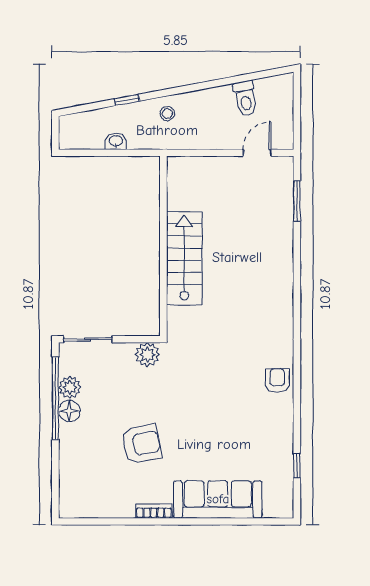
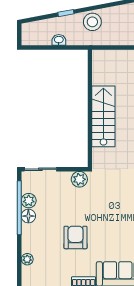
stool: (167, 114) -> (92, 22), width x1.89, depth x1.89
armchair: (141, 444) -> (76, 237), turned -79
plant: (67, 477) -> (27, 259), added

